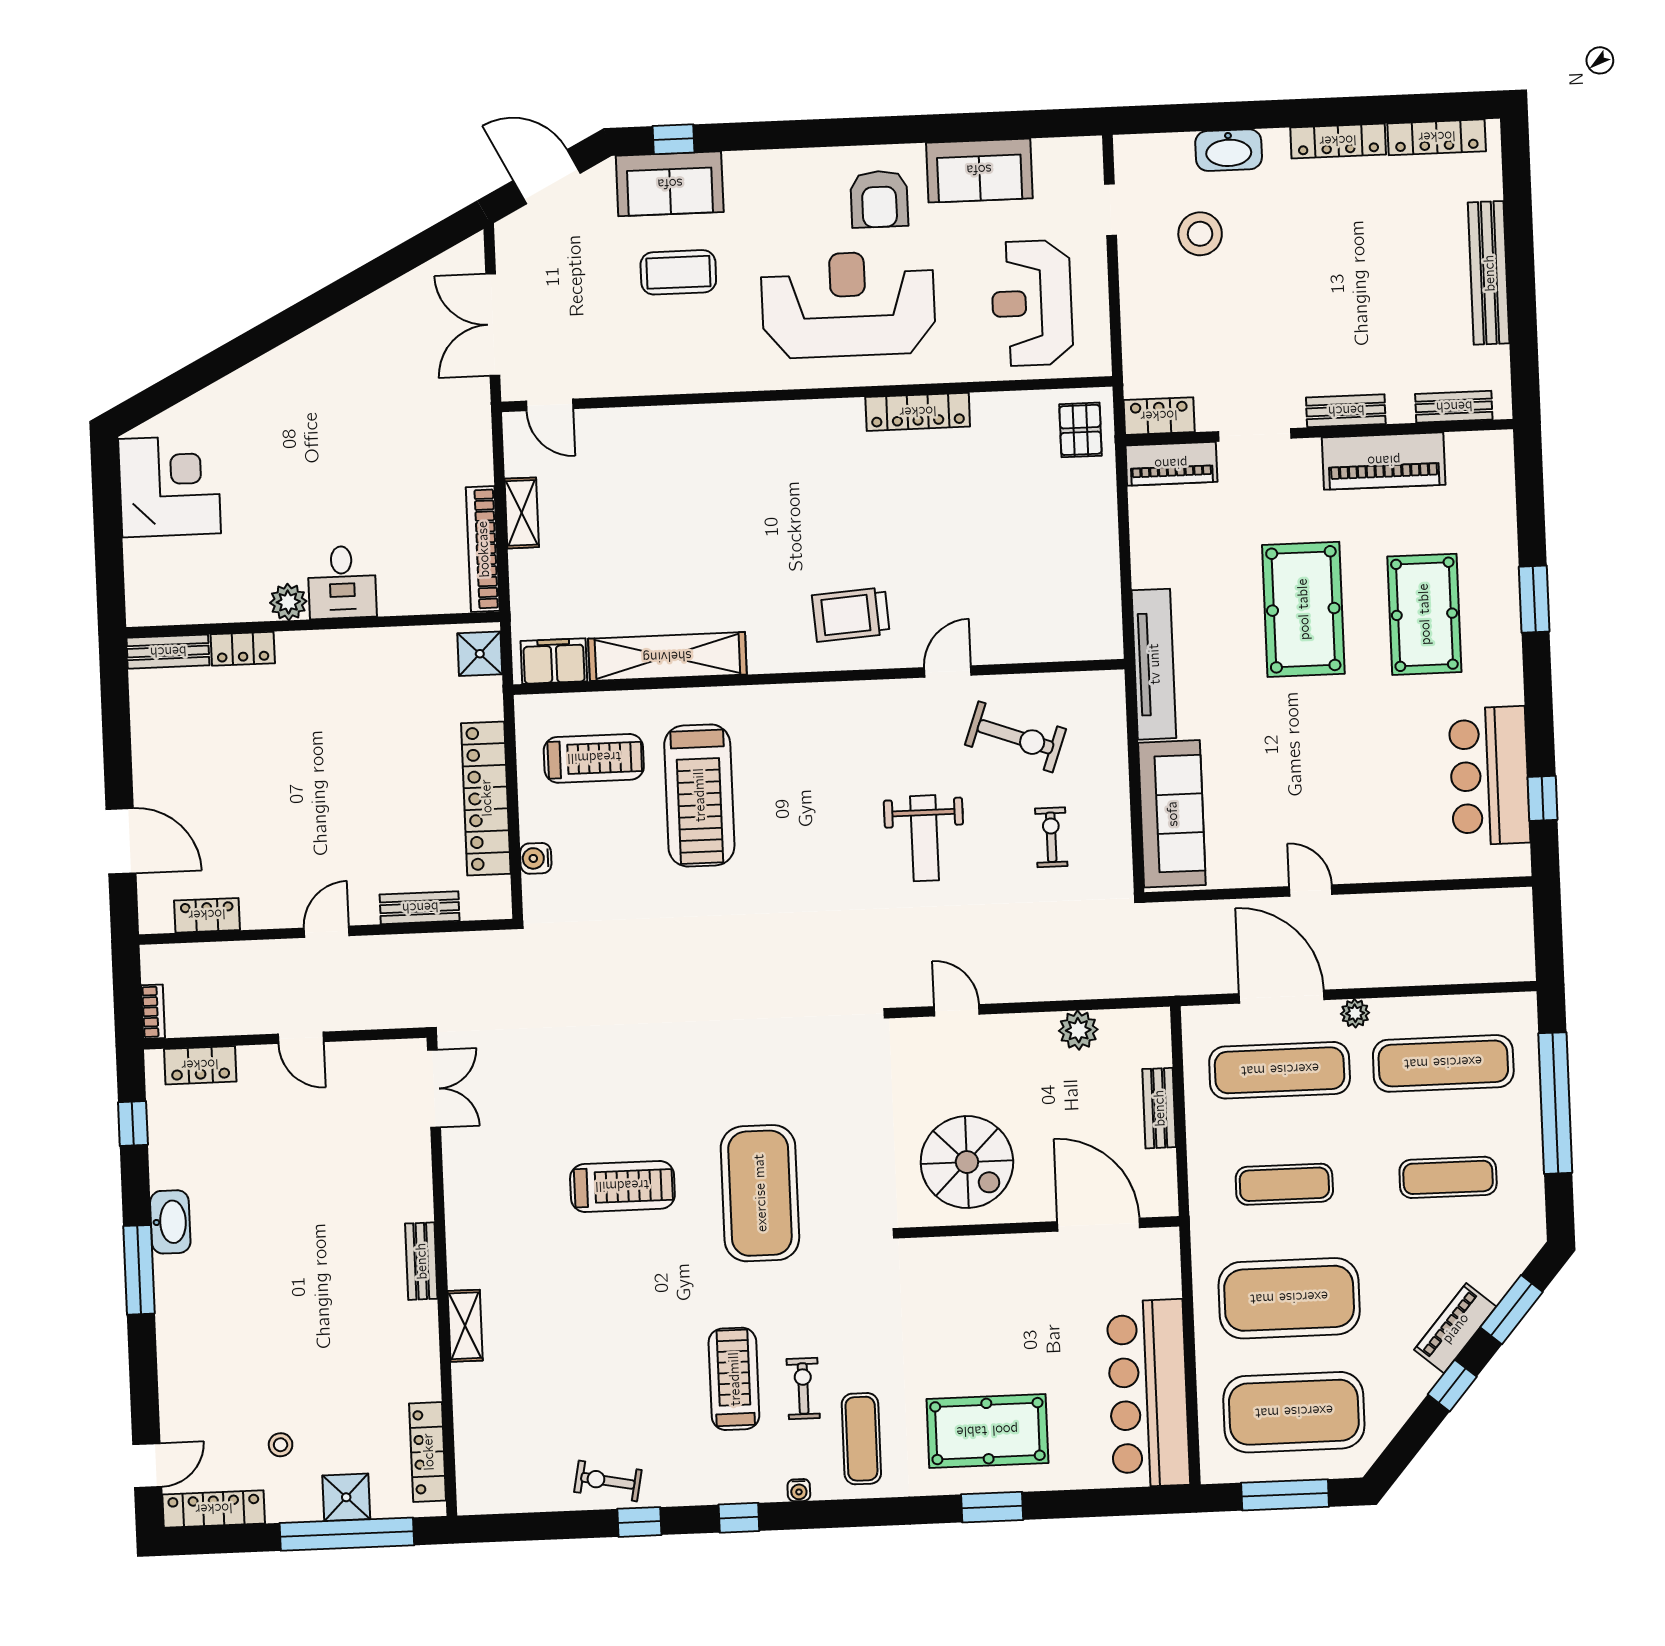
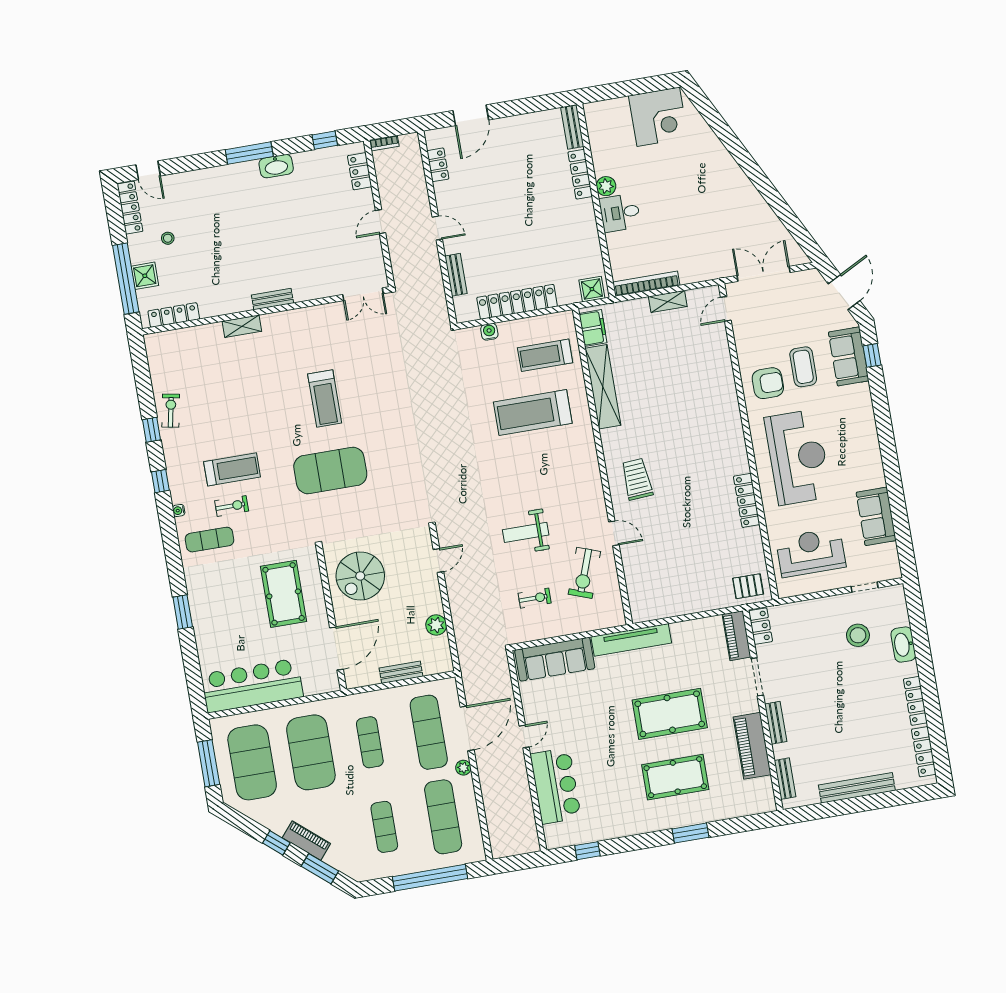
armchair: (879, 199) -> (768, 383), moved, turned 180
locker: (243, 649) -> (580, 174), width x1.53
treadmill: (594, 758) -> (545, 355), turned 90
bar counter: (1489, 776) -> (556, 786), moved, turned 90
pool table: (987, 1431) -> (284, 594), moved

